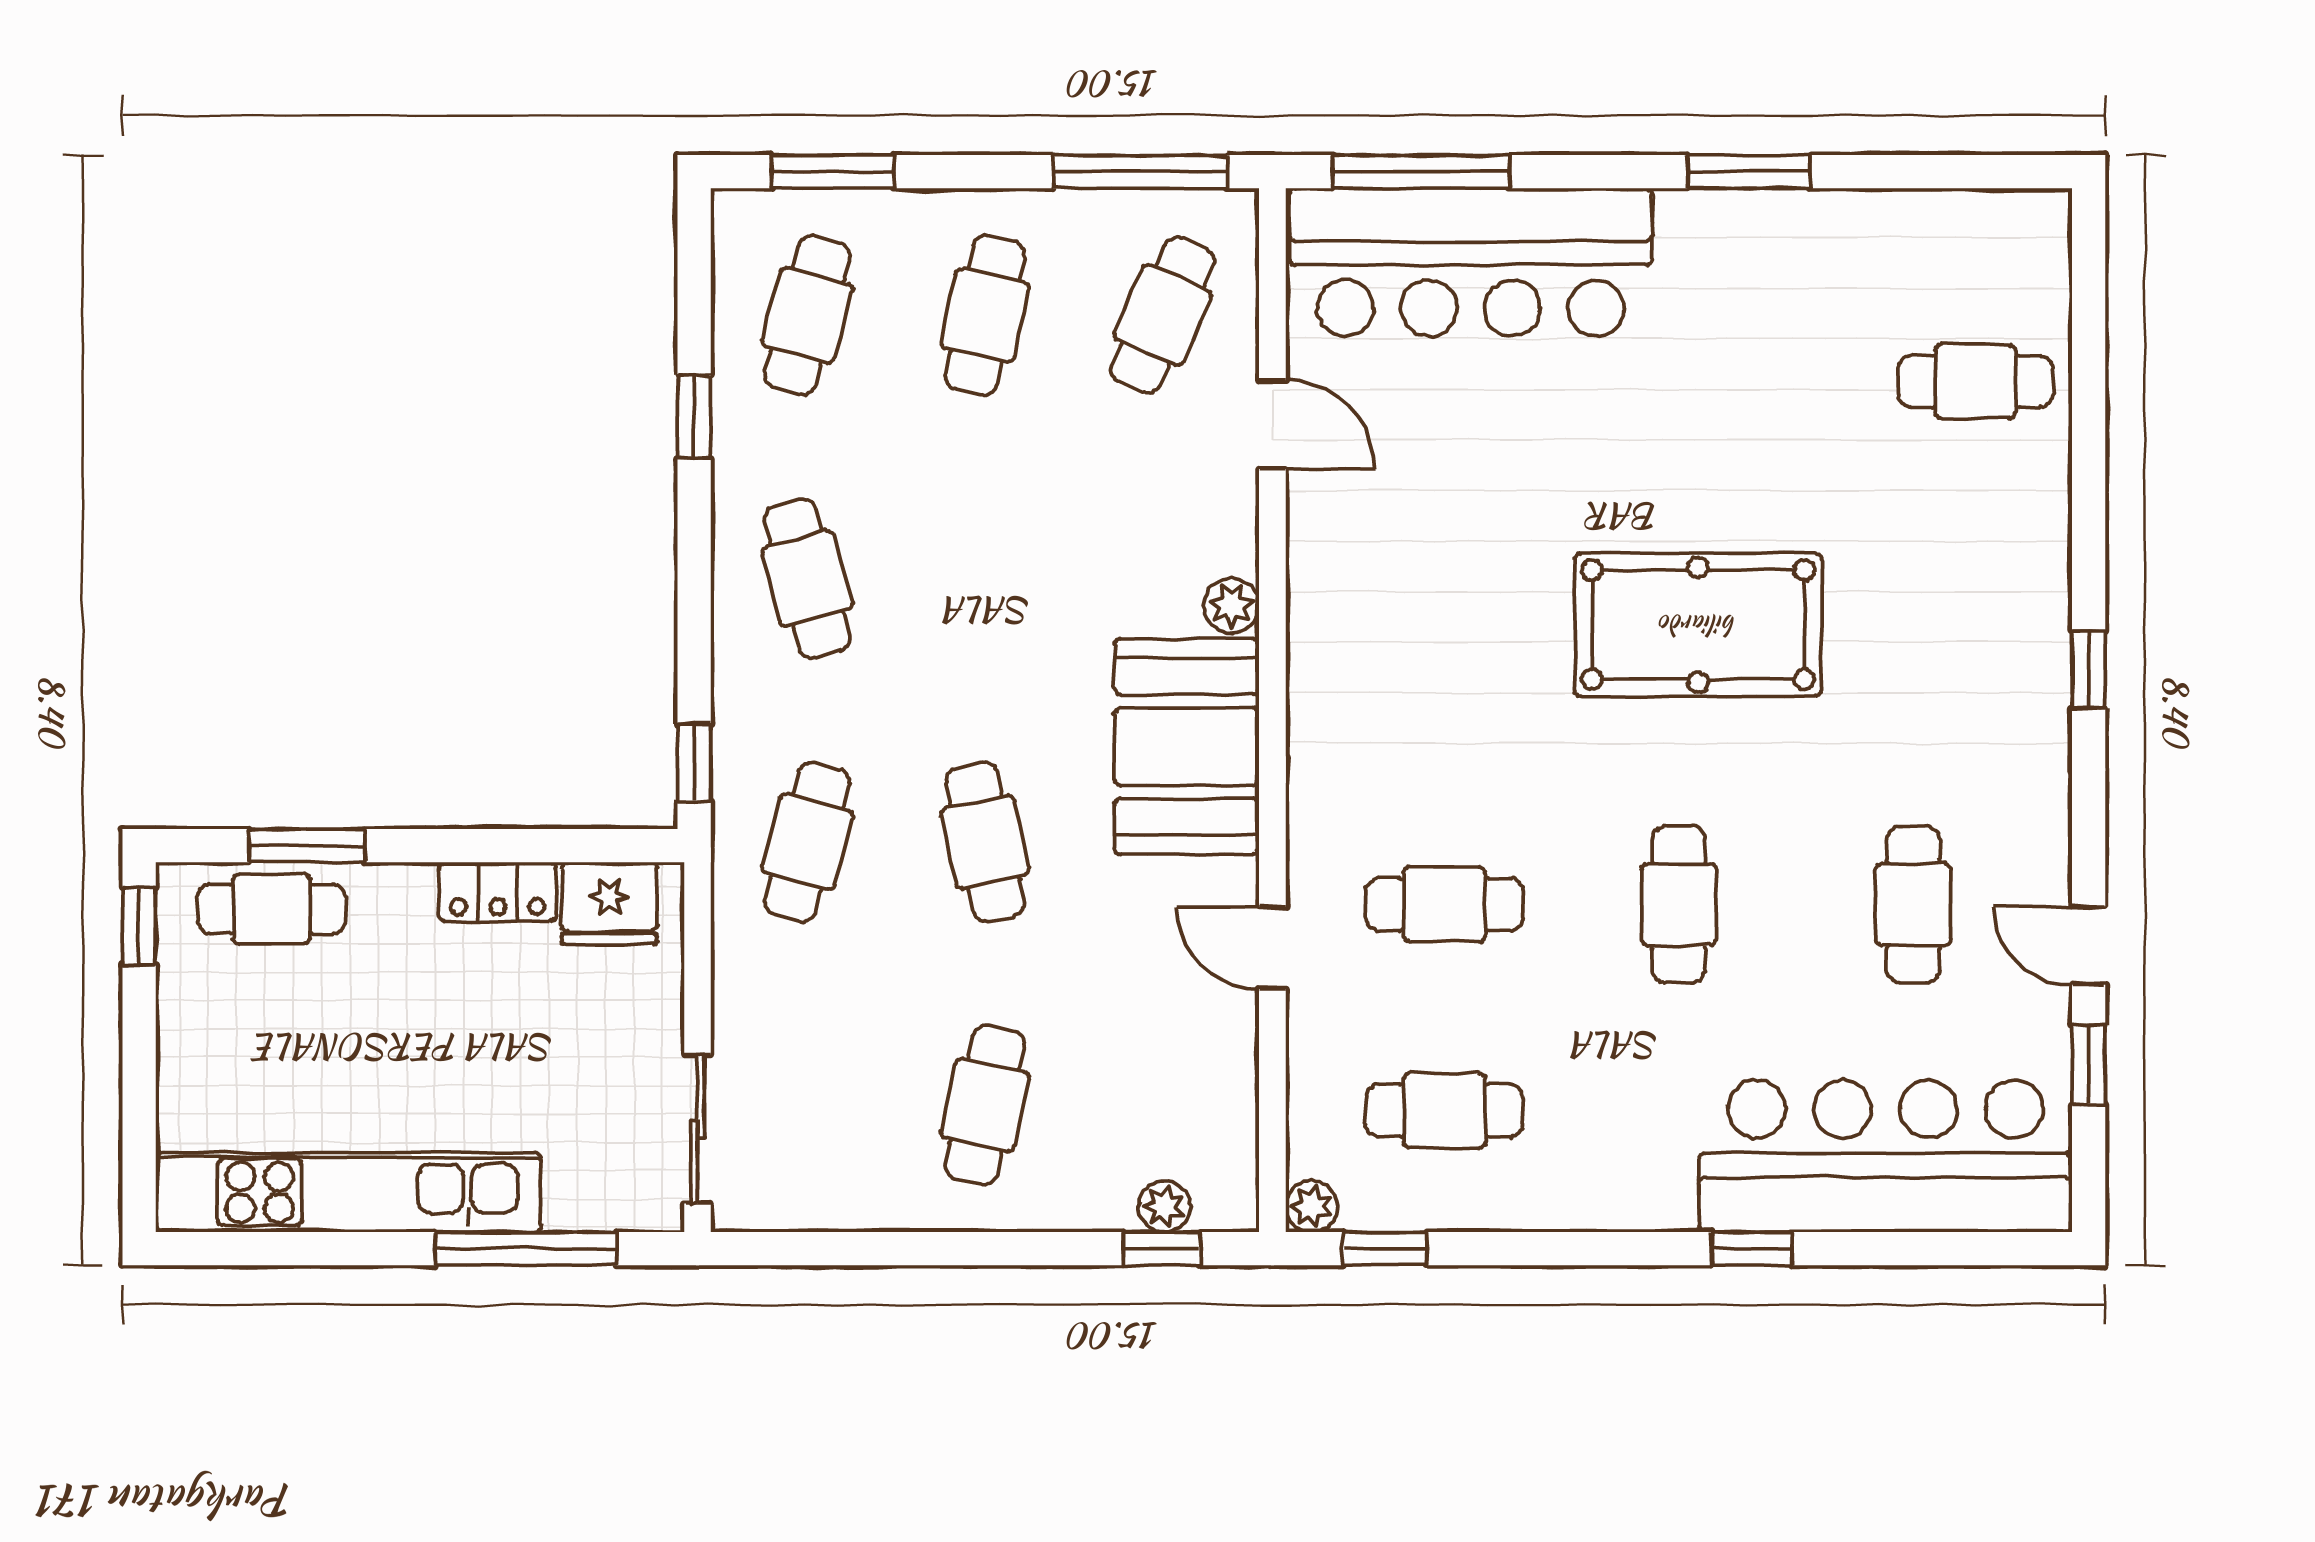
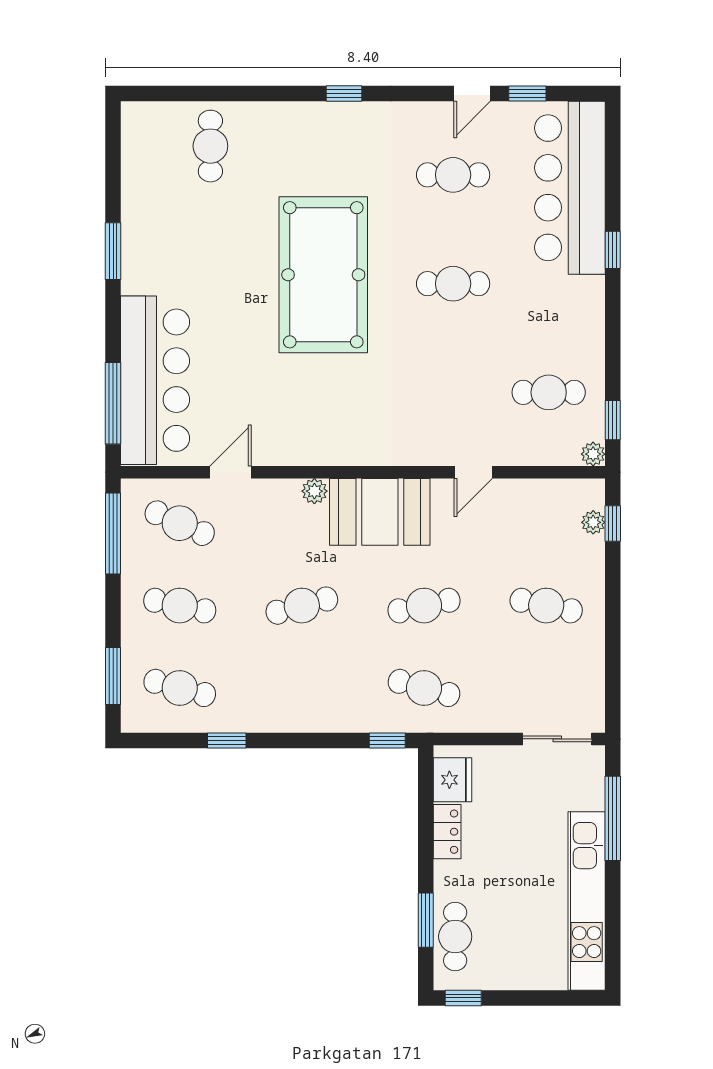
cafe table: (807, 578) -> (302, 606), moved
pool table: (1698, 625) -> (323, 275), width x1.36, depth x1.32
cafe table: (1444, 904) -> (453, 392), removed
cafe table: (1444, 1111) -> (549, 392), turned 90

